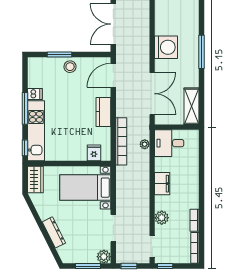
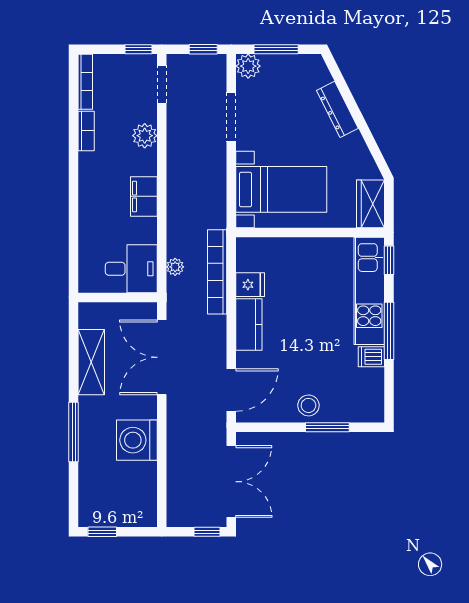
shelving: (192, 106) -> (91, 362), moved
fridge: (94, 153) -> (250, 285), moved, turned -90

